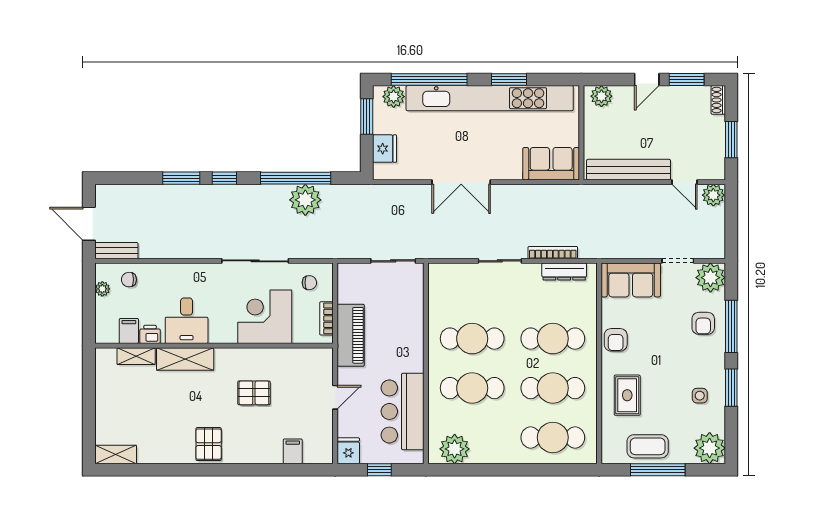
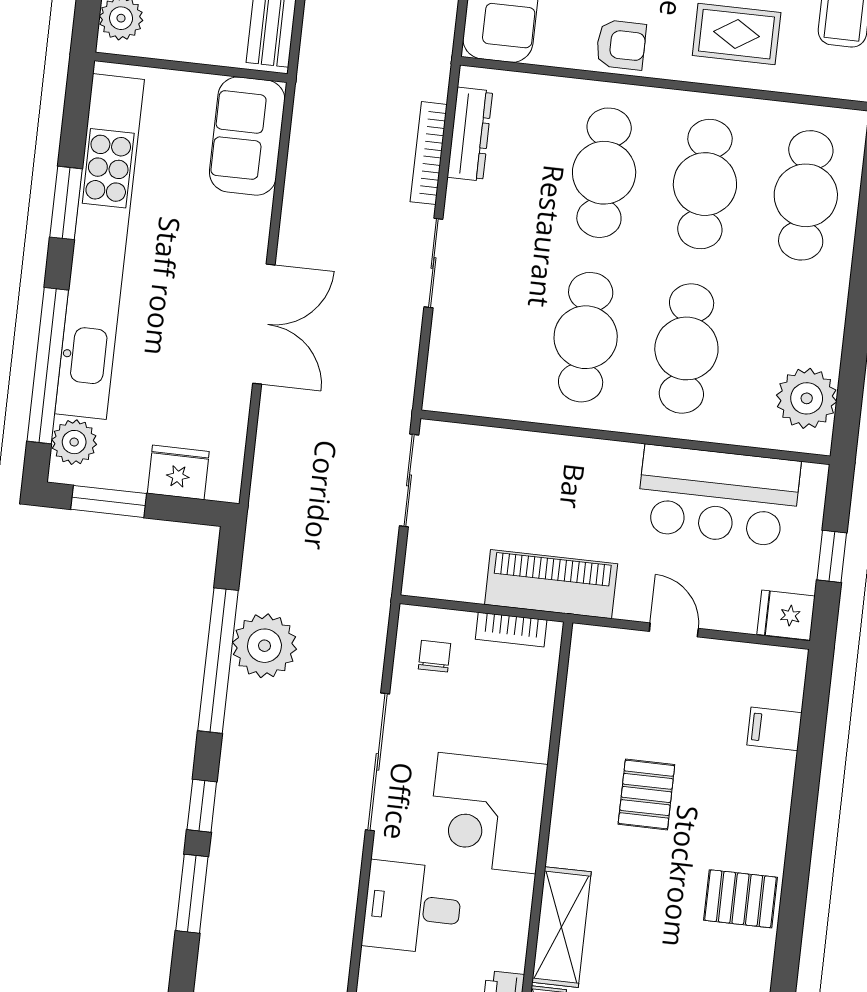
corner desk: (265, 317) -> (487, 813), moved
desk: (187, 321) -> (413, 908), moved, turned 180

